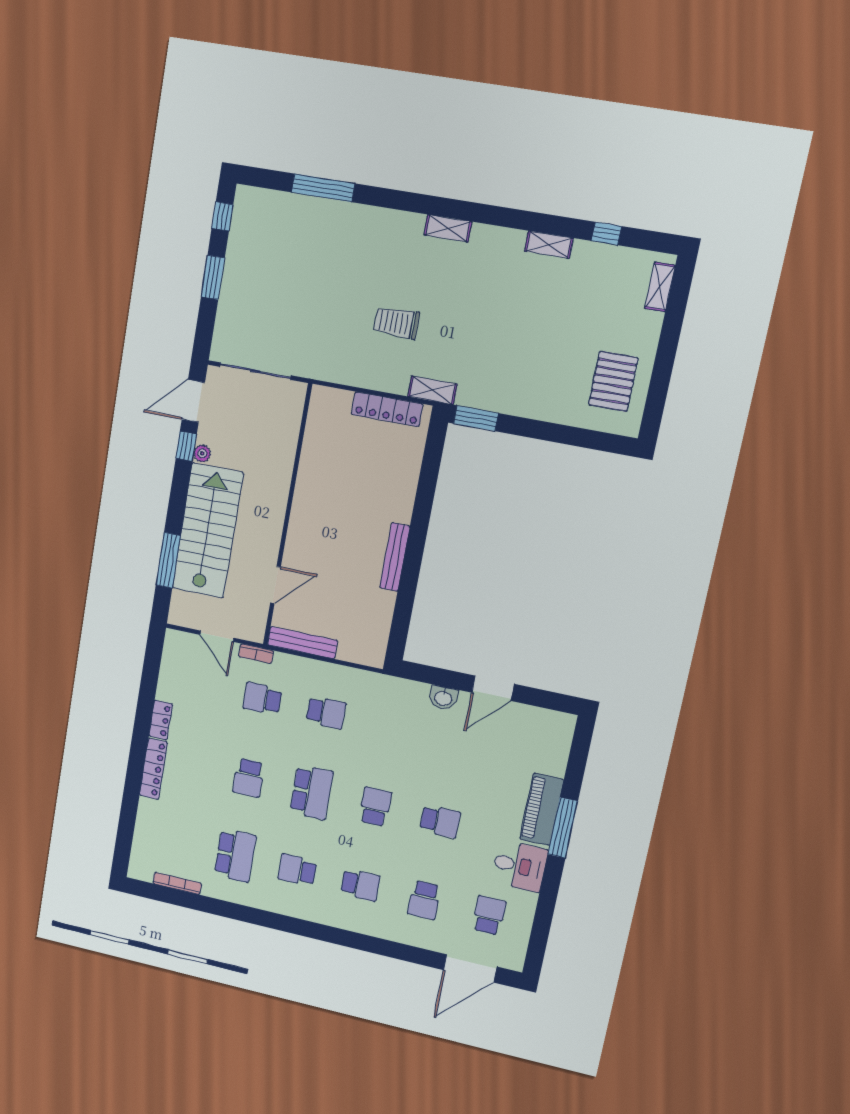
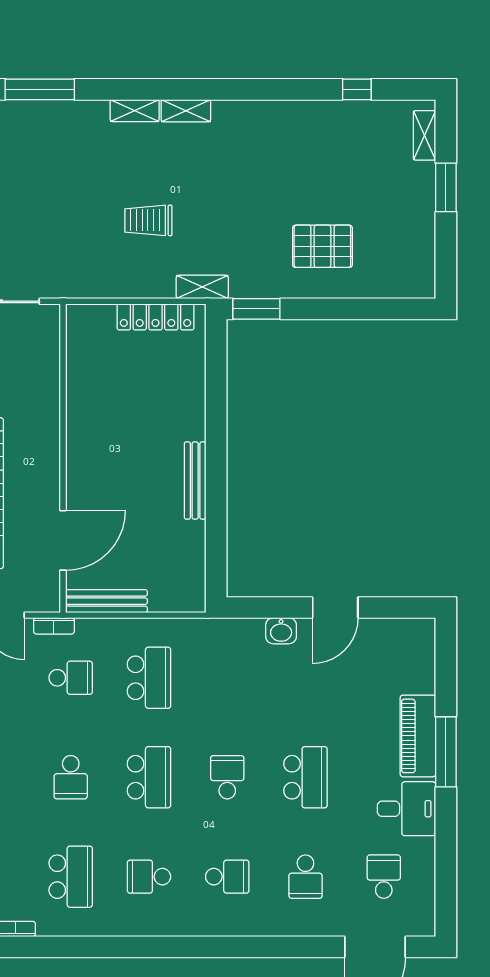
shelving: (549, 245) -> (135, 111), moved
window: (669, 339) -> (446, 187), added
pallet: (613, 381) -> (322, 246), moved, turned 90
door: (275, 585) -> (63, 540), width x1.36
school desk: (262, 699) -> (71, 678), turned 180
school desk: (326, 712) -> (149, 678), width x1.85
school desk: (440, 821) -> (305, 777), width x1.85

